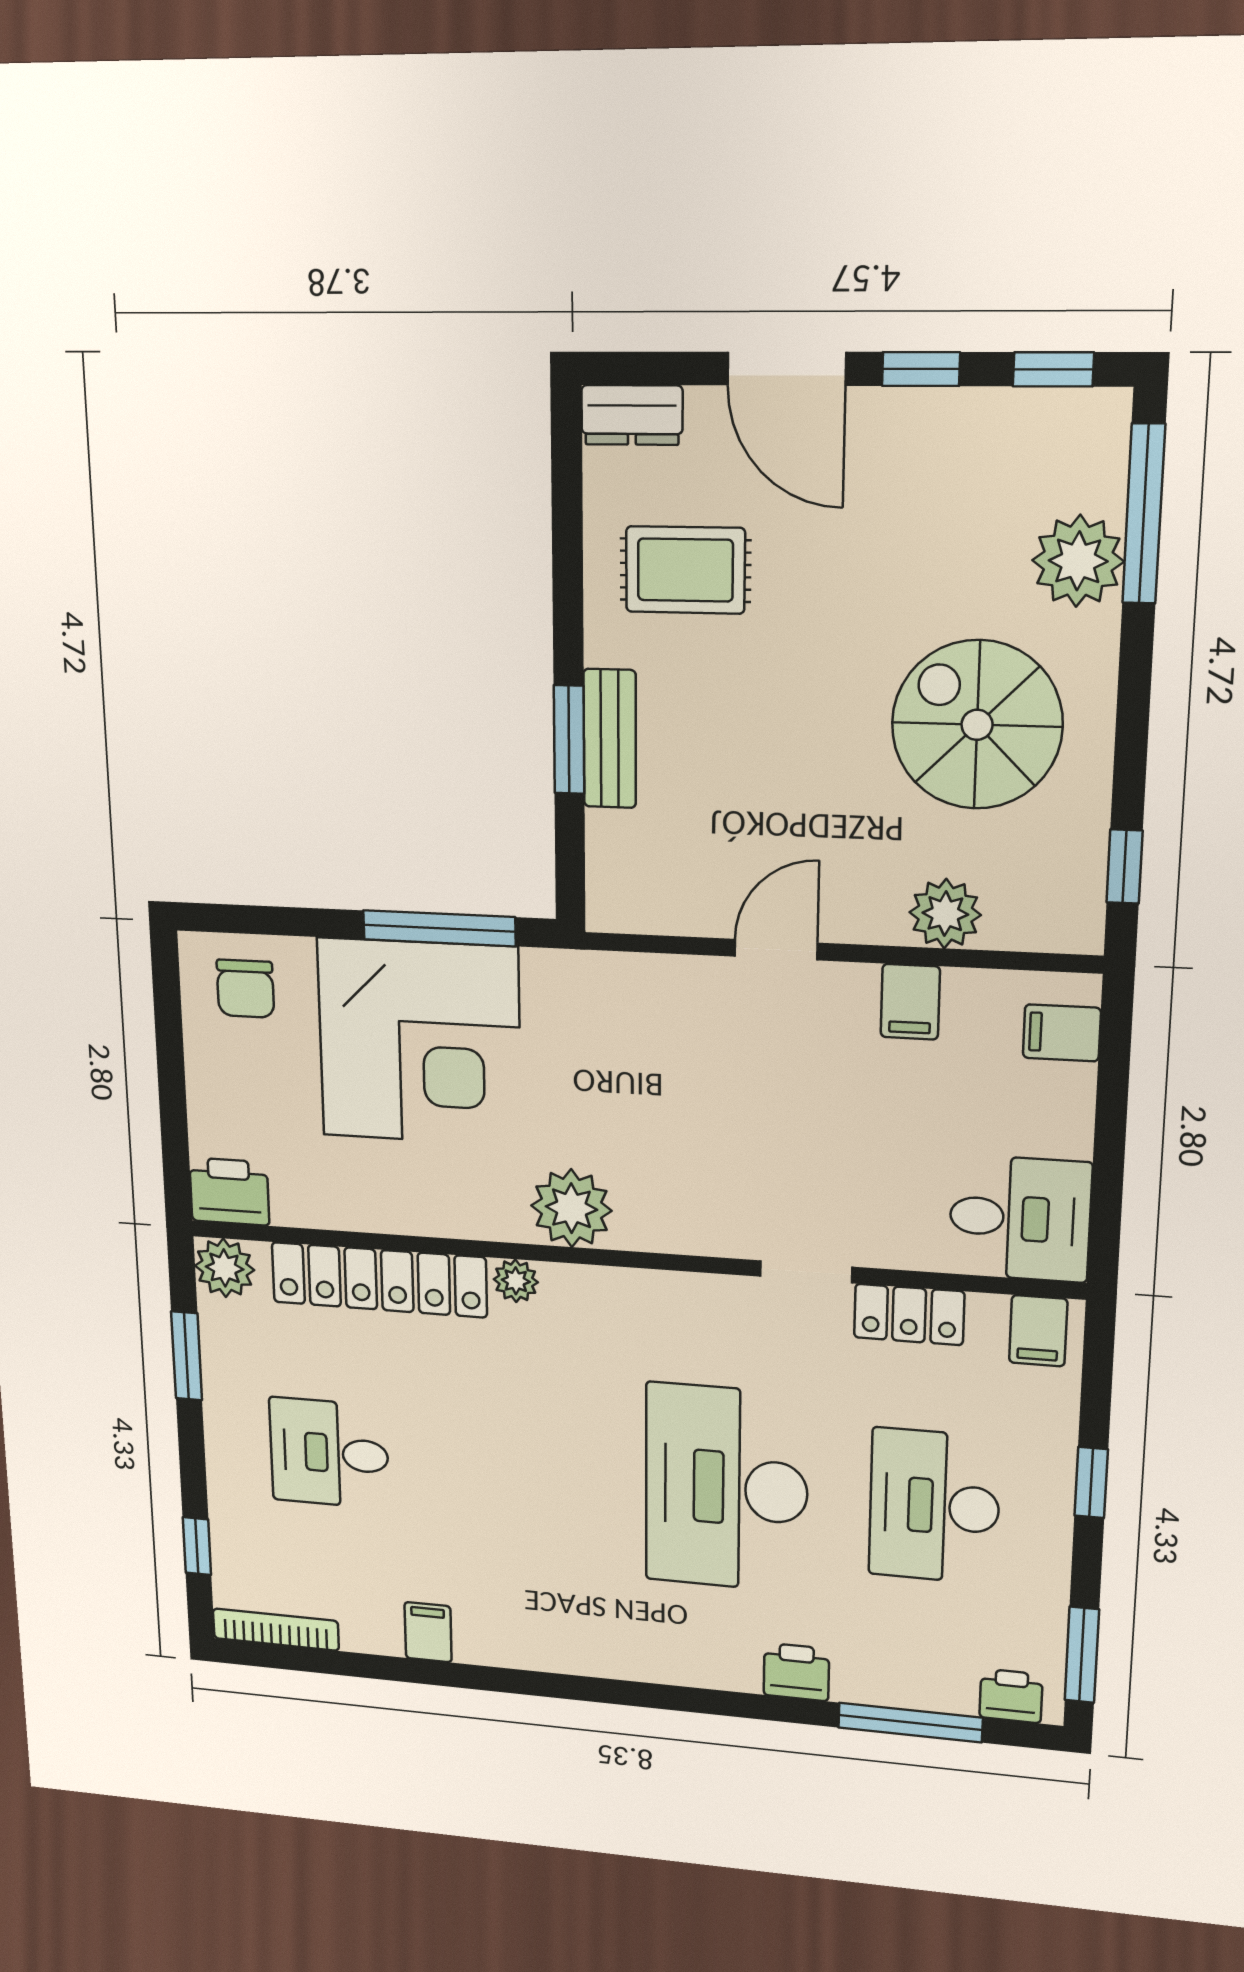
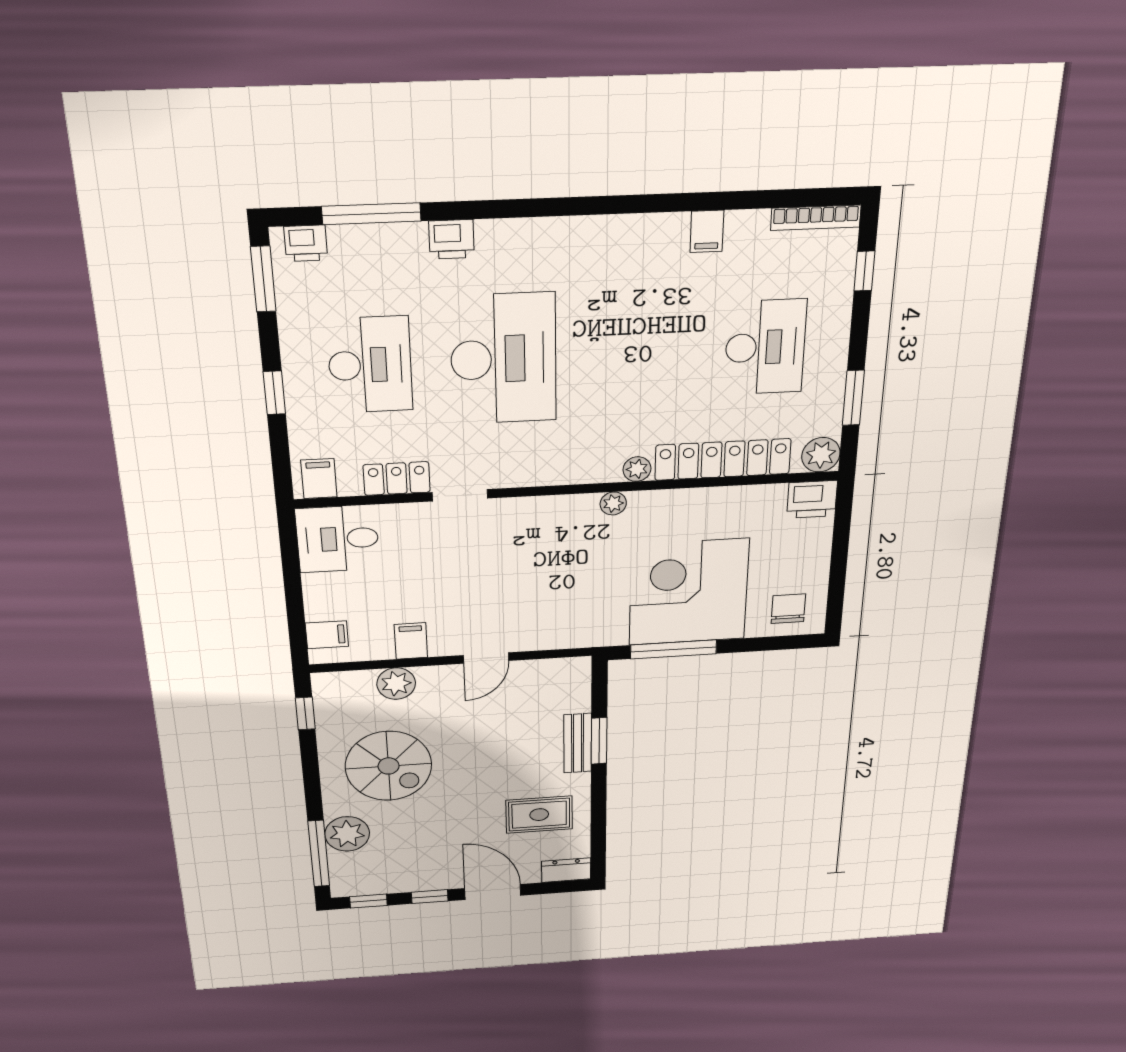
plant: (571, 1208) -> (613, 503), width x0.53, depth x0.53
desk: (329, 1453) -> (765, 347), width x1.37

